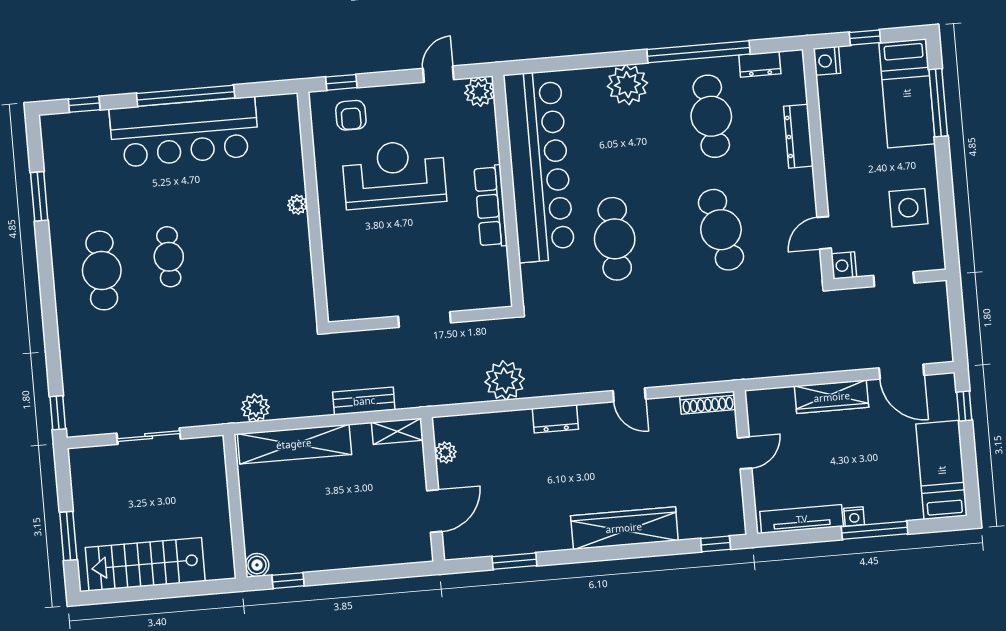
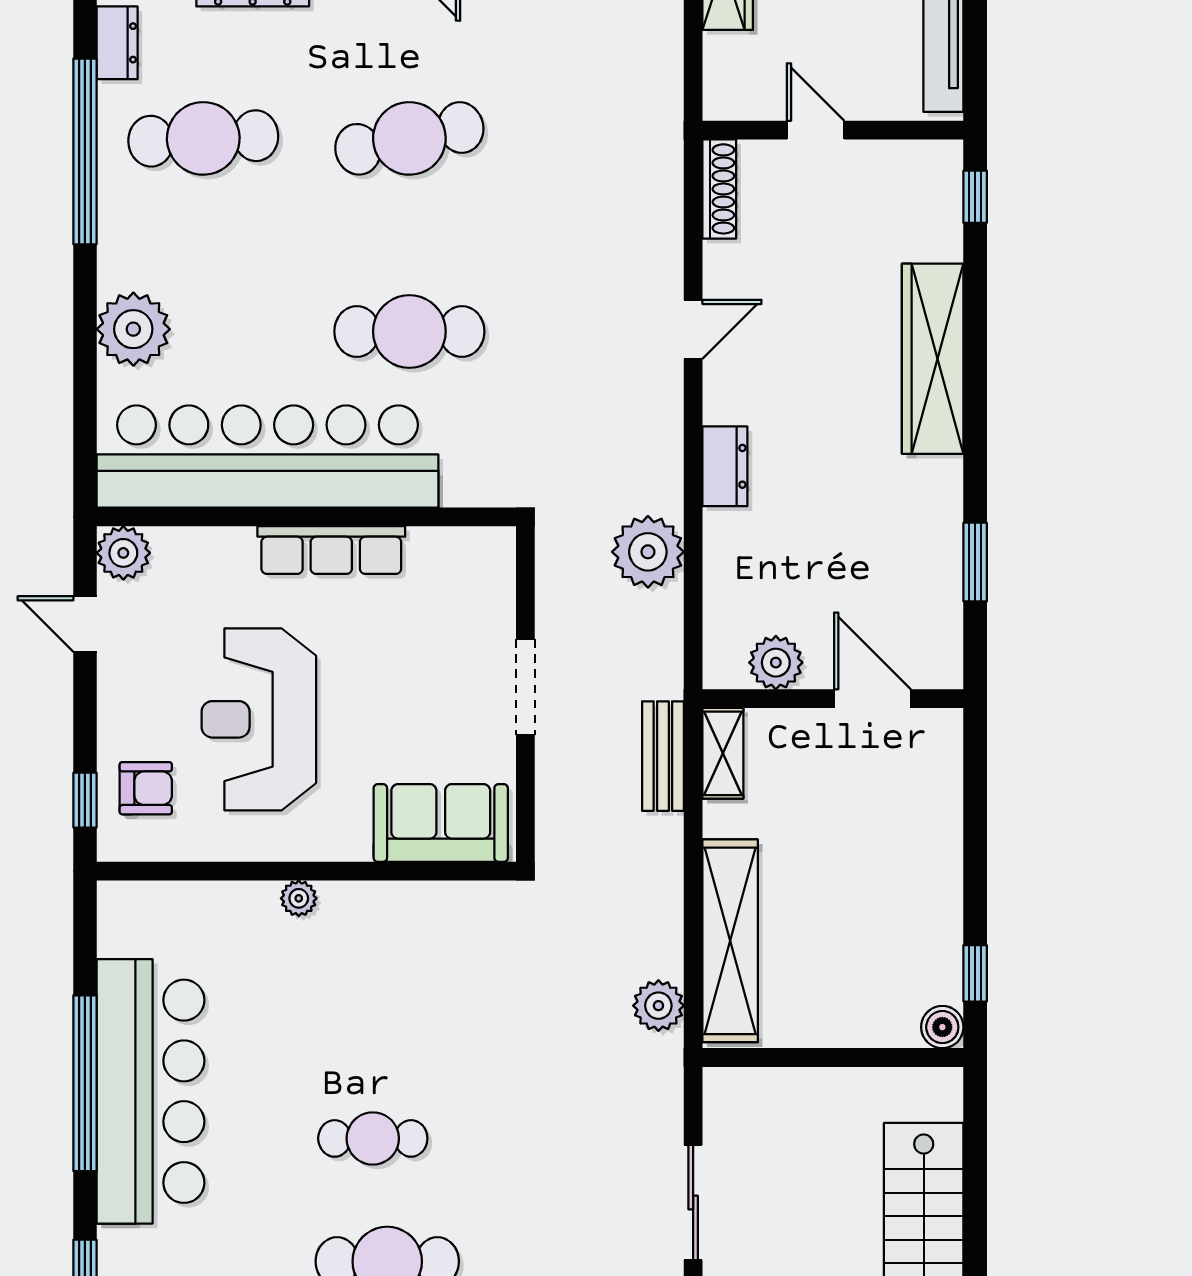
plant: (627, 85) -> (133, 329), moved
sofa: (346, 279) -> (441, 823), added
bench: (364, 401) -> (663, 756), moved
plant: (445, 452) -> (776, 663), width x1.38, depth x1.38

